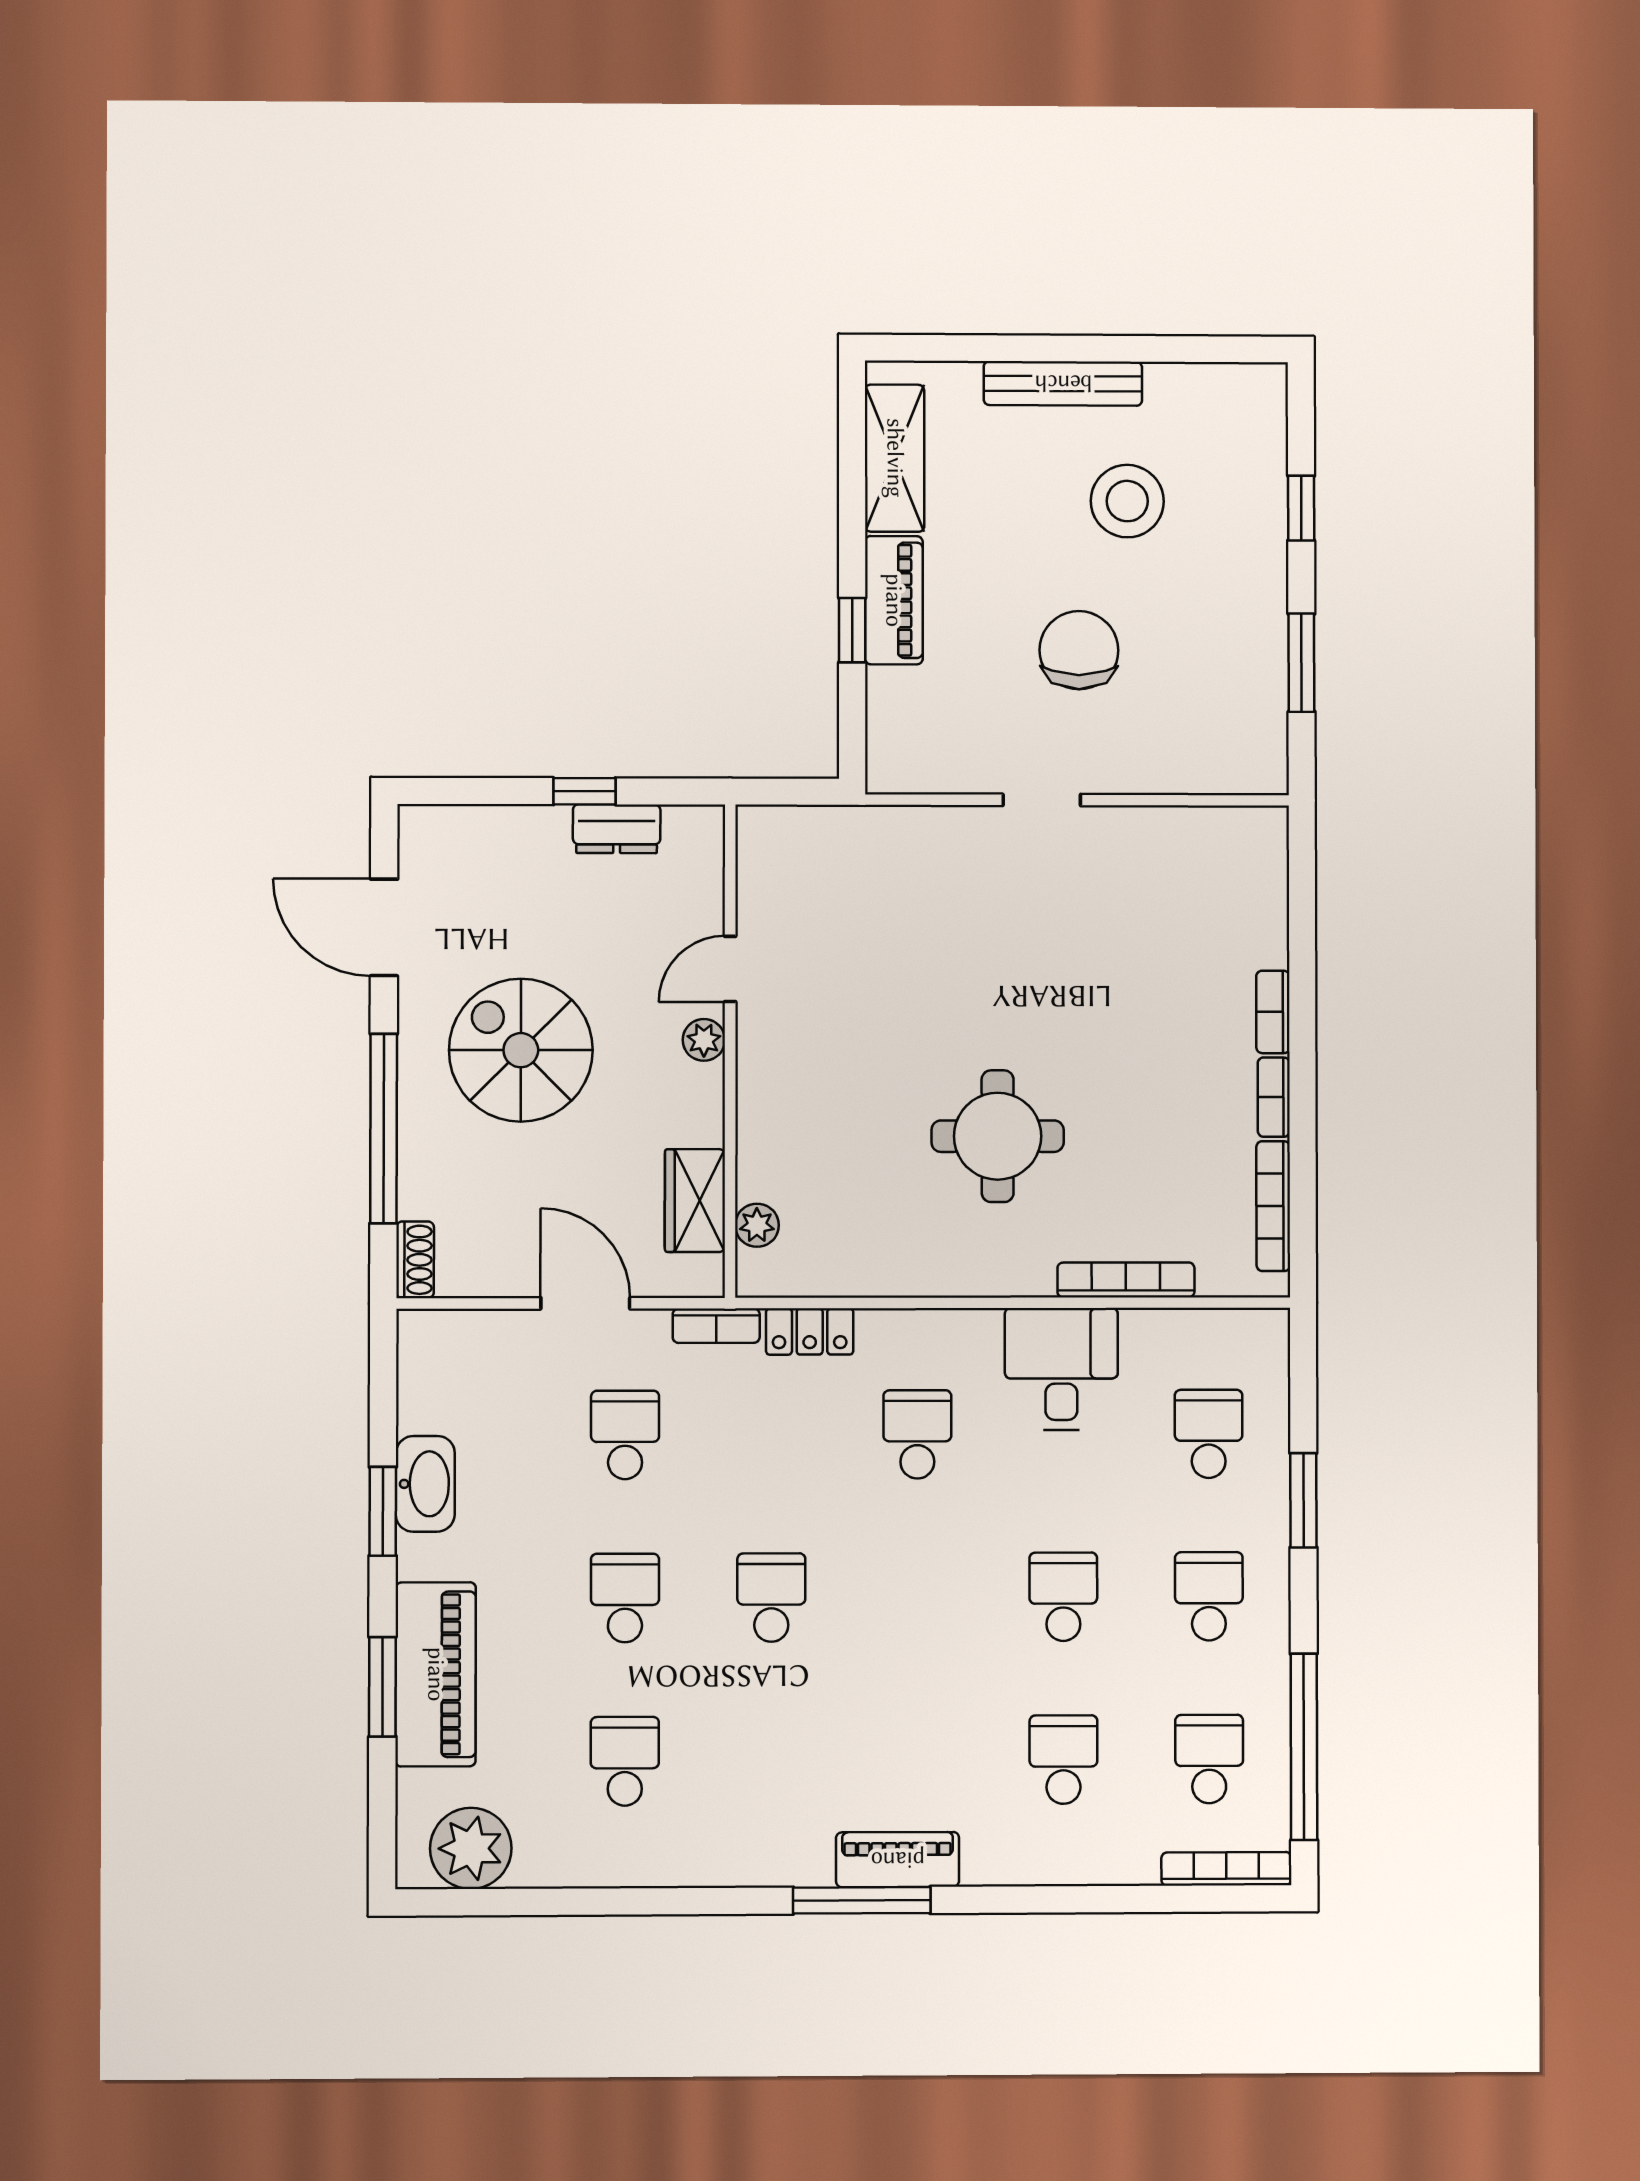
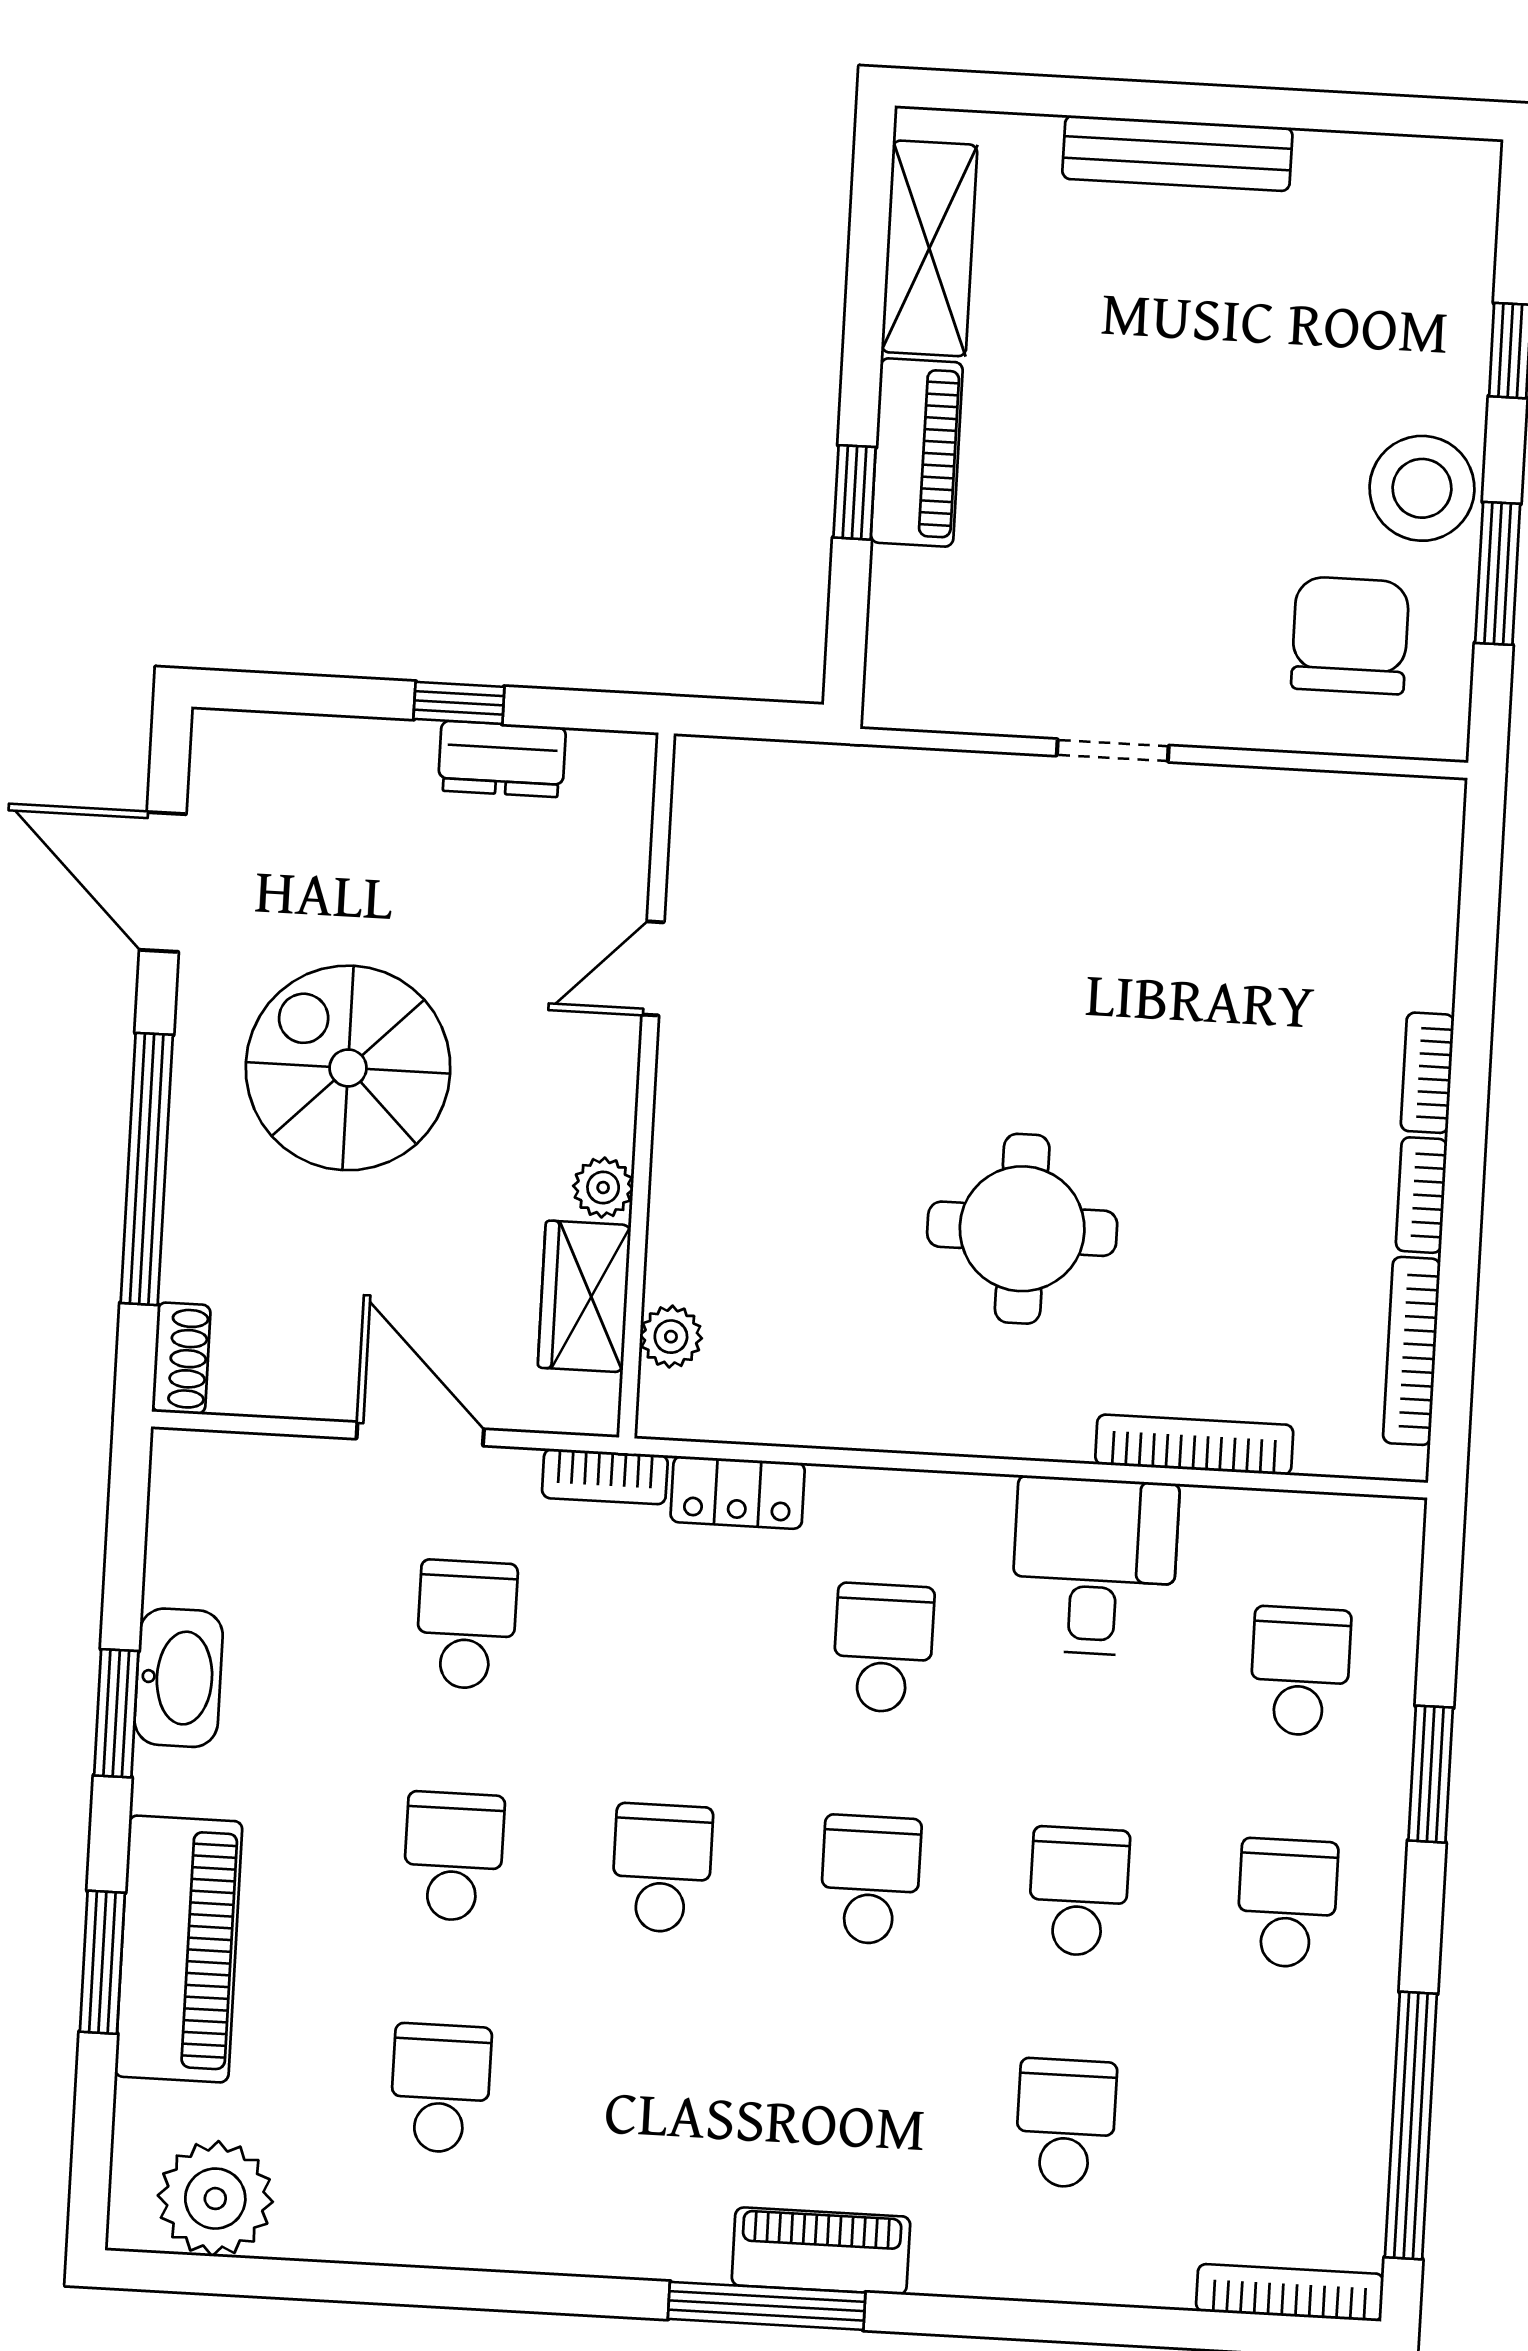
stool: (1127, 501) -> (1422, 488), moved
chair: (1079, 650) -> (1350, 635), moved
plant: (704, 1040) -> (603, 1188), moved
school desk: (1209, 1759) -> (870, 1880), moved

